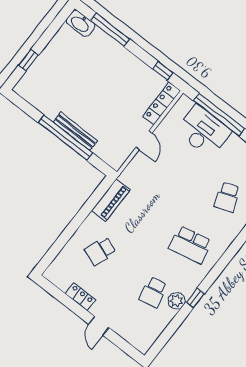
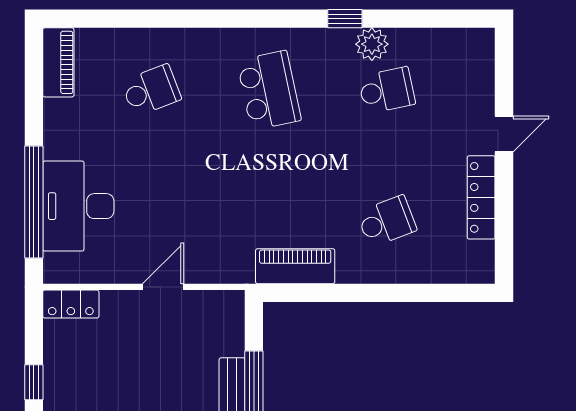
window: (163, 71) -> (34, 382), moved
locker: (162, 103) -> (71, 304), width x0.66
school desk: (100, 251) -> (387, 221), turned -42
locker: (80, 297) -> (481, 197), width x1.53

